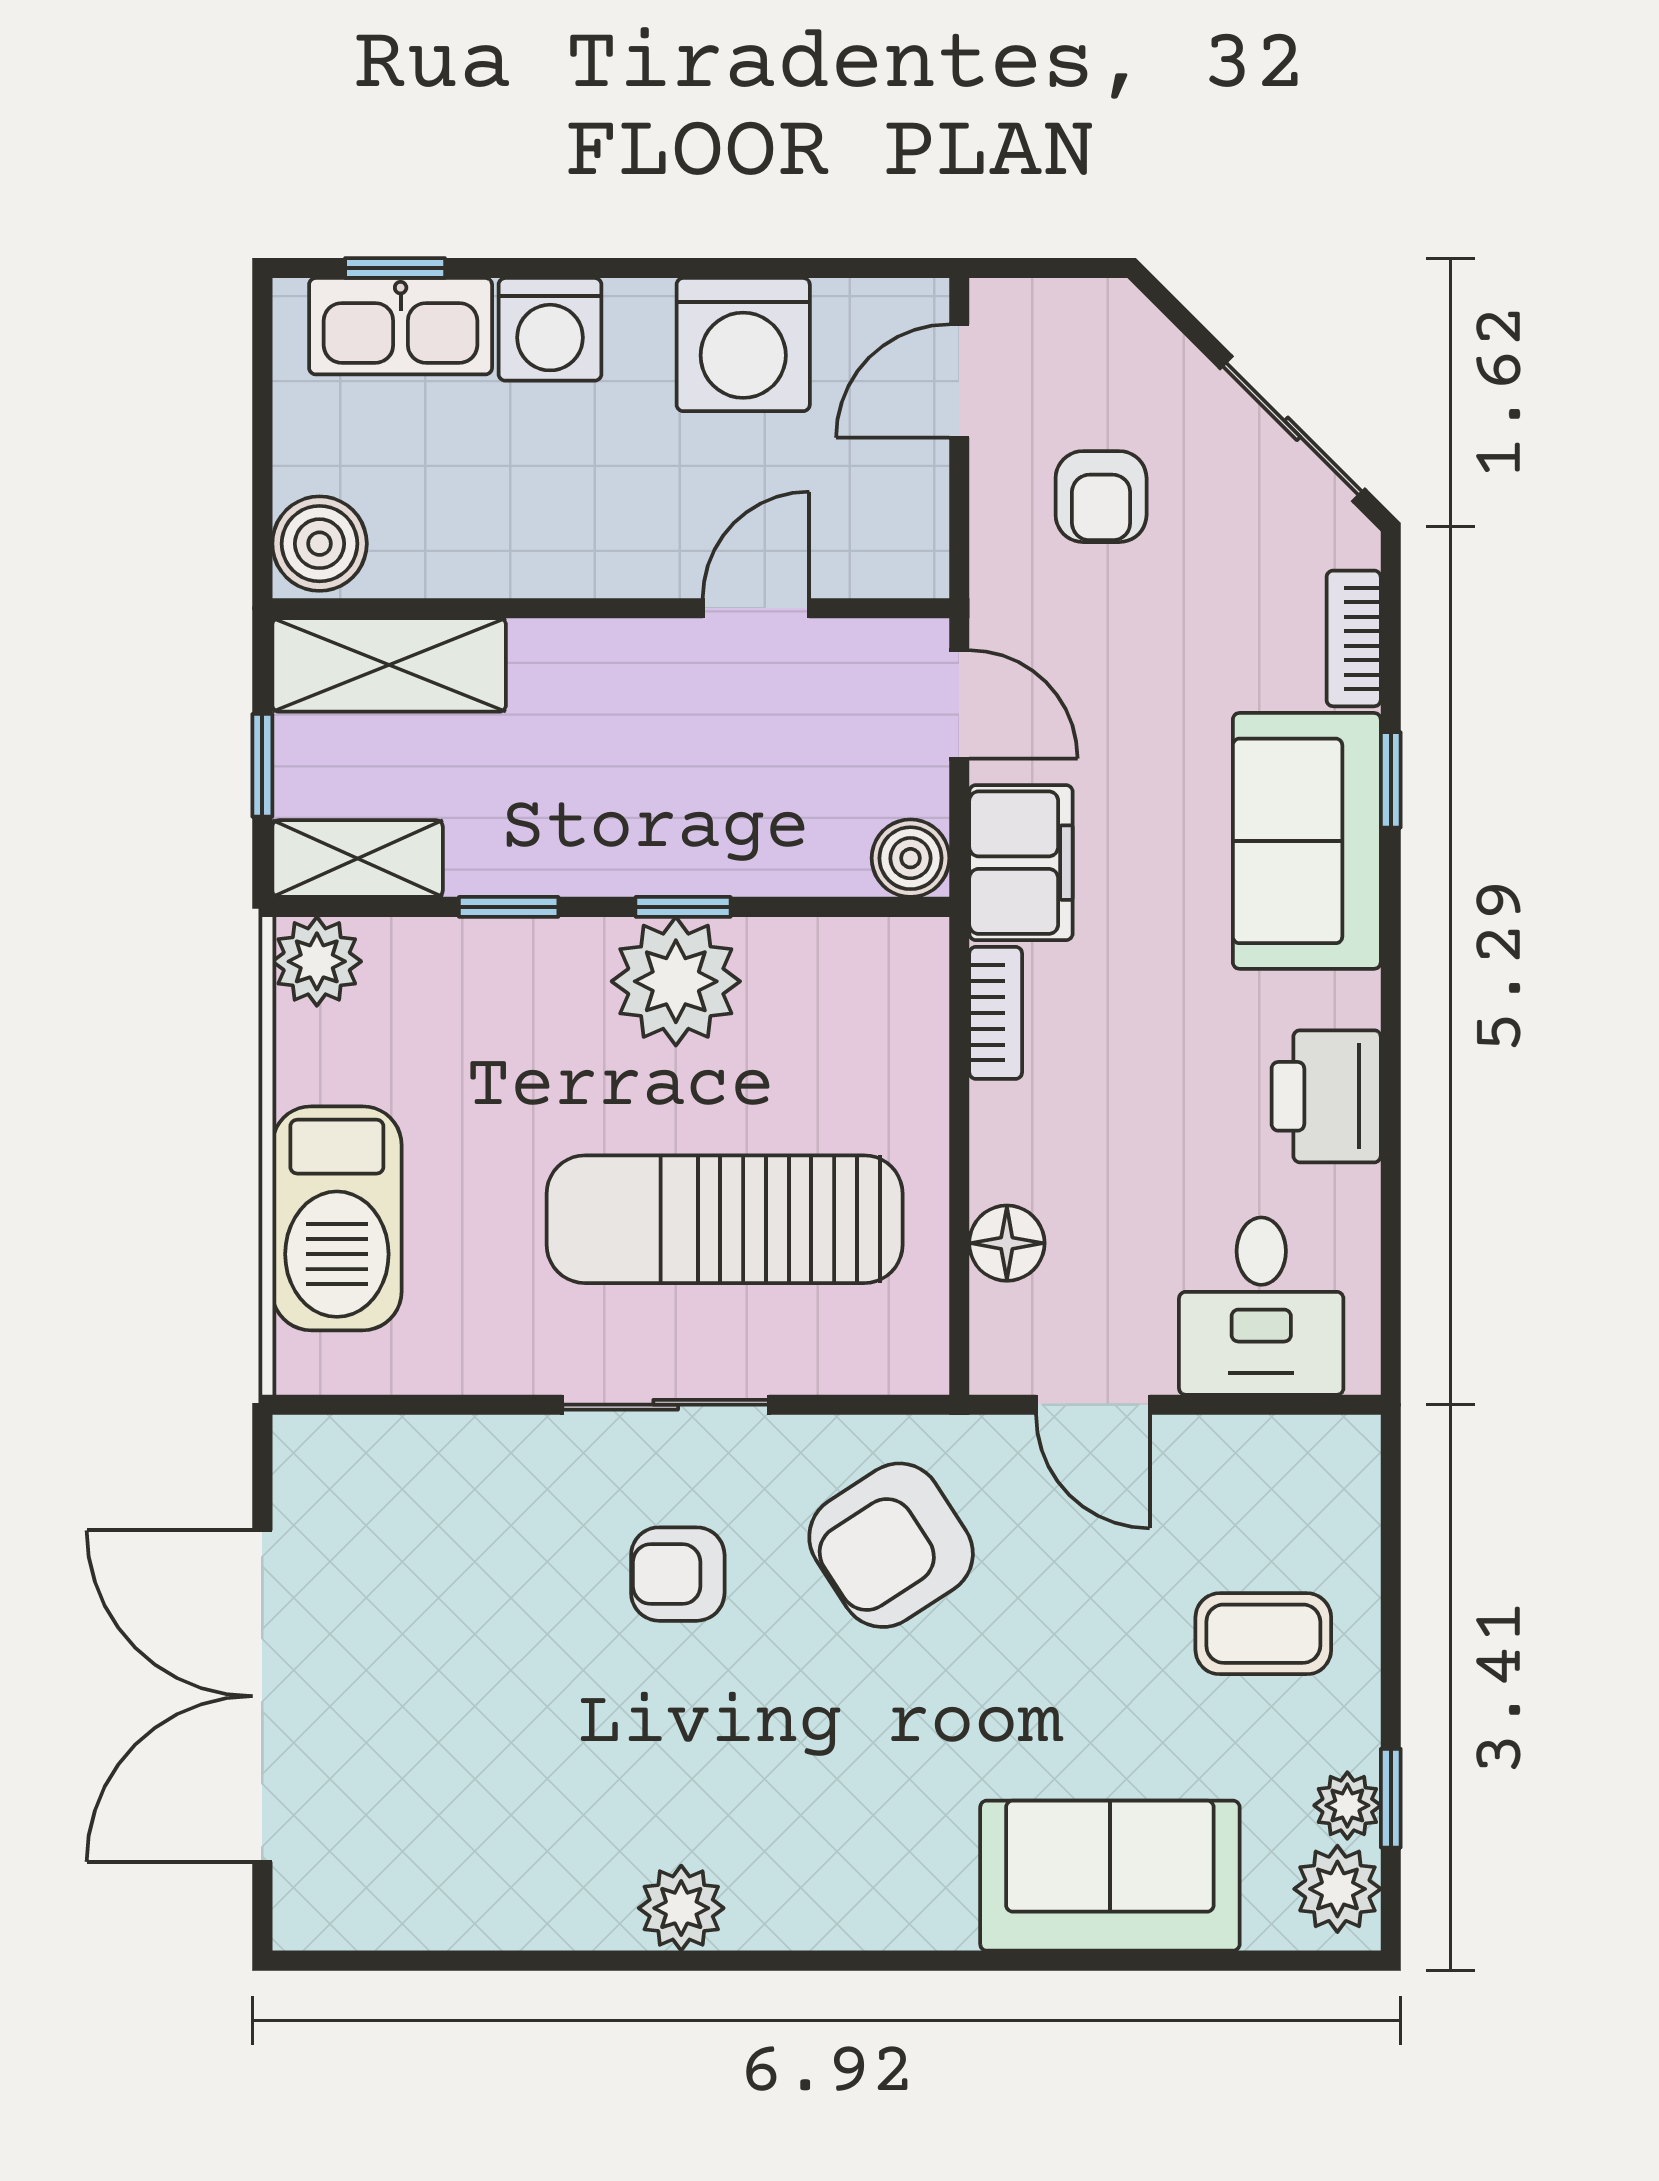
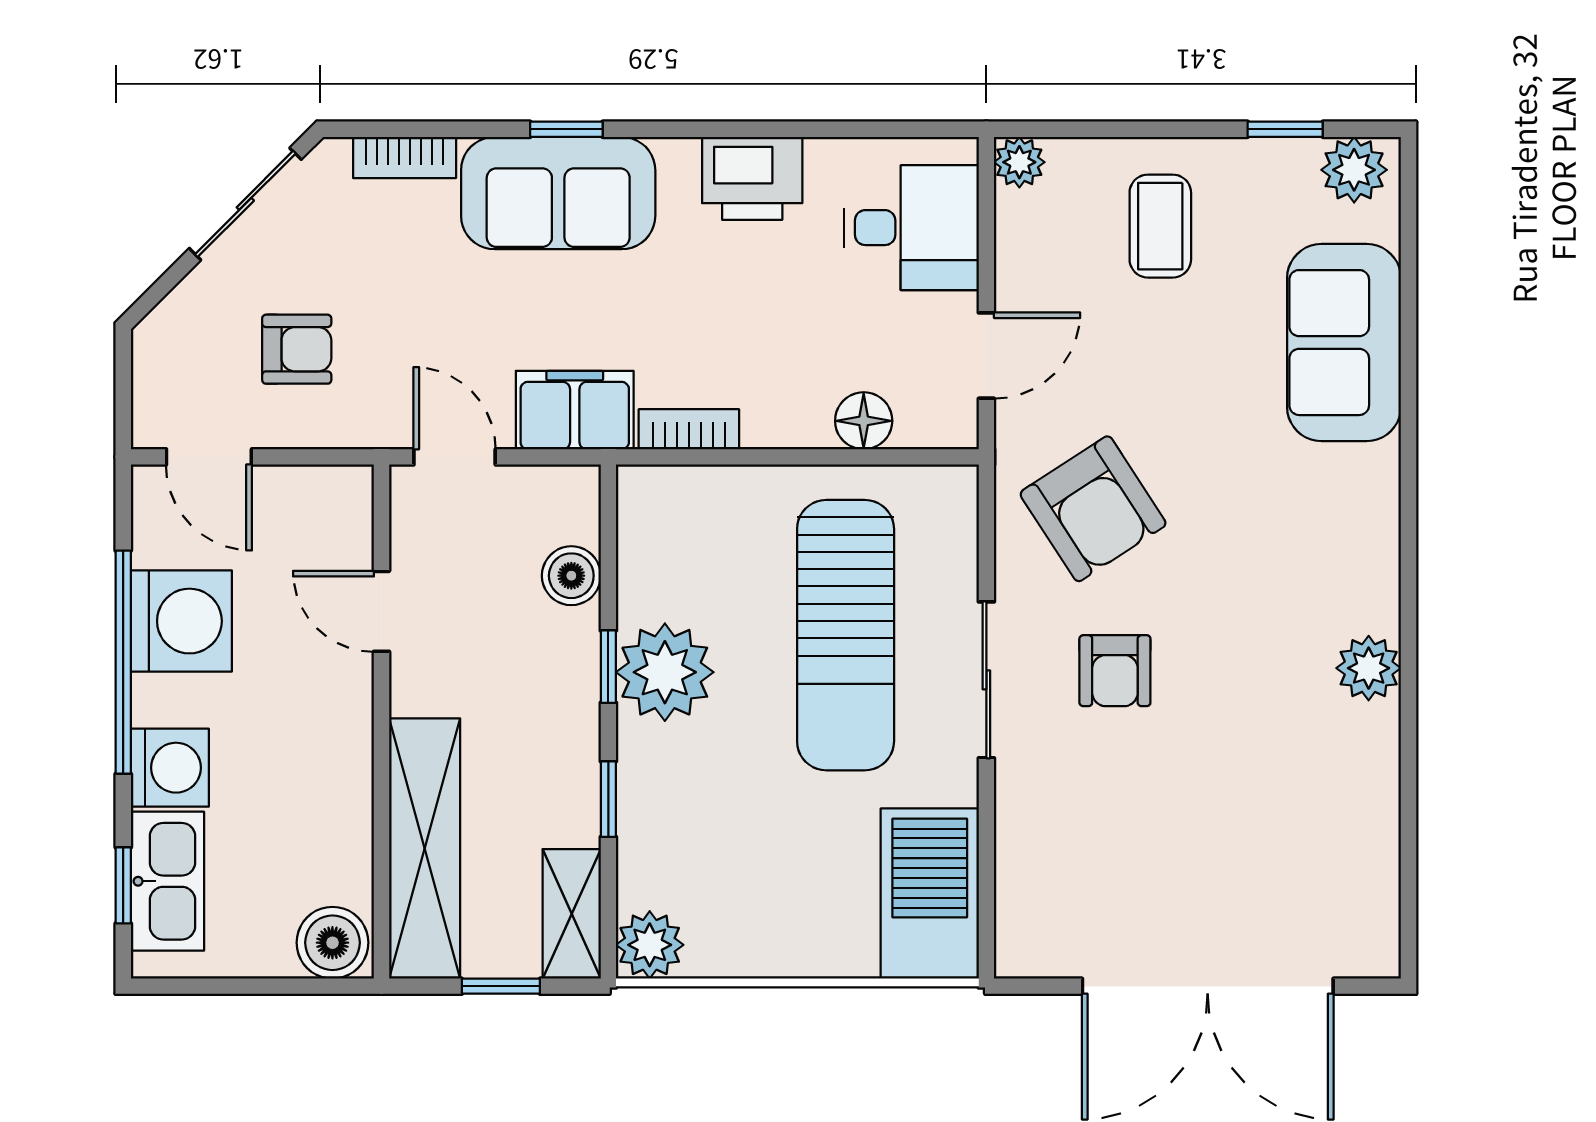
window: (689, 268) -> (123, 662), added
shelving: (389, 665) -> (425, 848), width x1.47
door: (959, 704) -> (455, 457), hinge flipped
window: (1391, 780) -> (566, 129), moved
boiler: (911, 858) -> (571, 576), moved
barbecue: (337, 1218) -> (930, 894), moved, turned -90
plant: (1347, 1805) -> (1019, 162), moved

